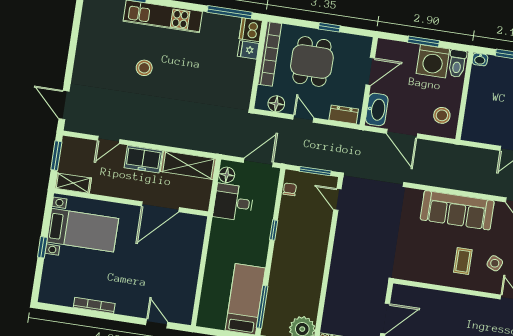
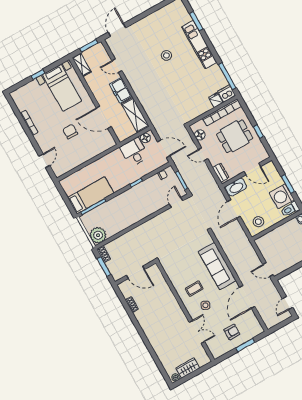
door: (303, 119) -> (203, 154), swing flipped
chair: (145, 263) -> (70, 131), added

